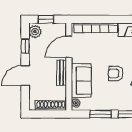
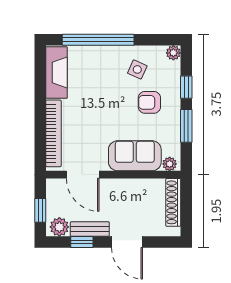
bench: (62, 73) -> (90, 229), moved
armchair: (116, 73) -> (149, 102), moved, turned 90

